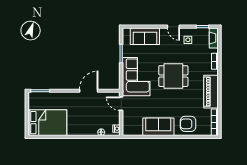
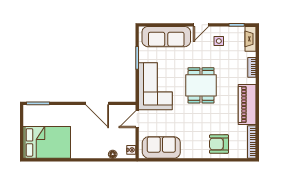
door: (173, 27) -> (201, 25), hinge flipped
sofa: (145, 36) -> (166, 37), width x1.36
dining table: (173, 76) -> (201, 85), turned 90
door: (89, 91) -> (97, 103), swing flipped
door: (121, 104) -> (137, 119), hinge flipped
sofa: (158, 127) -> (161, 147), moved

